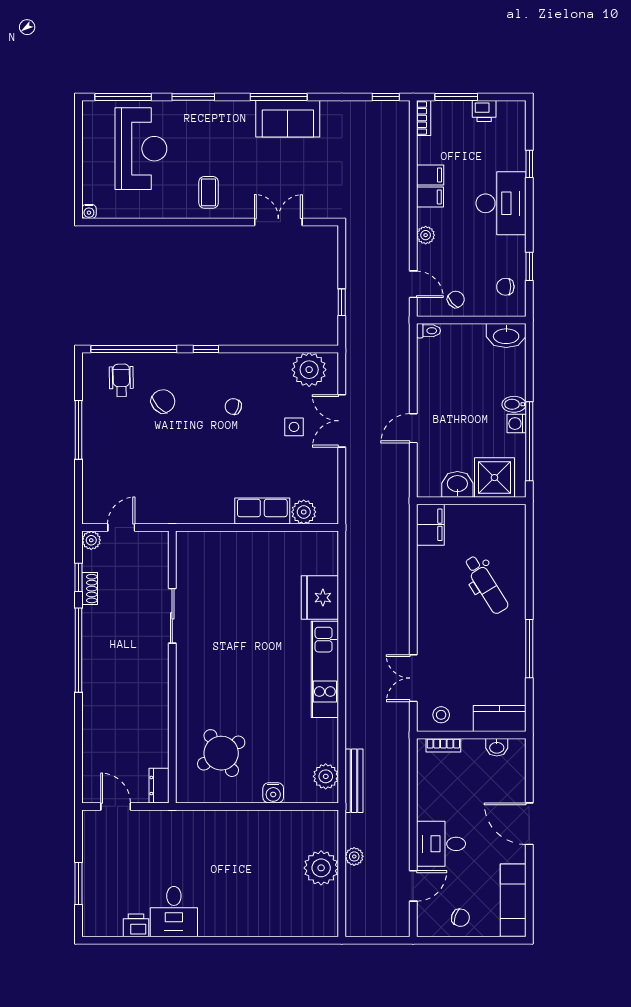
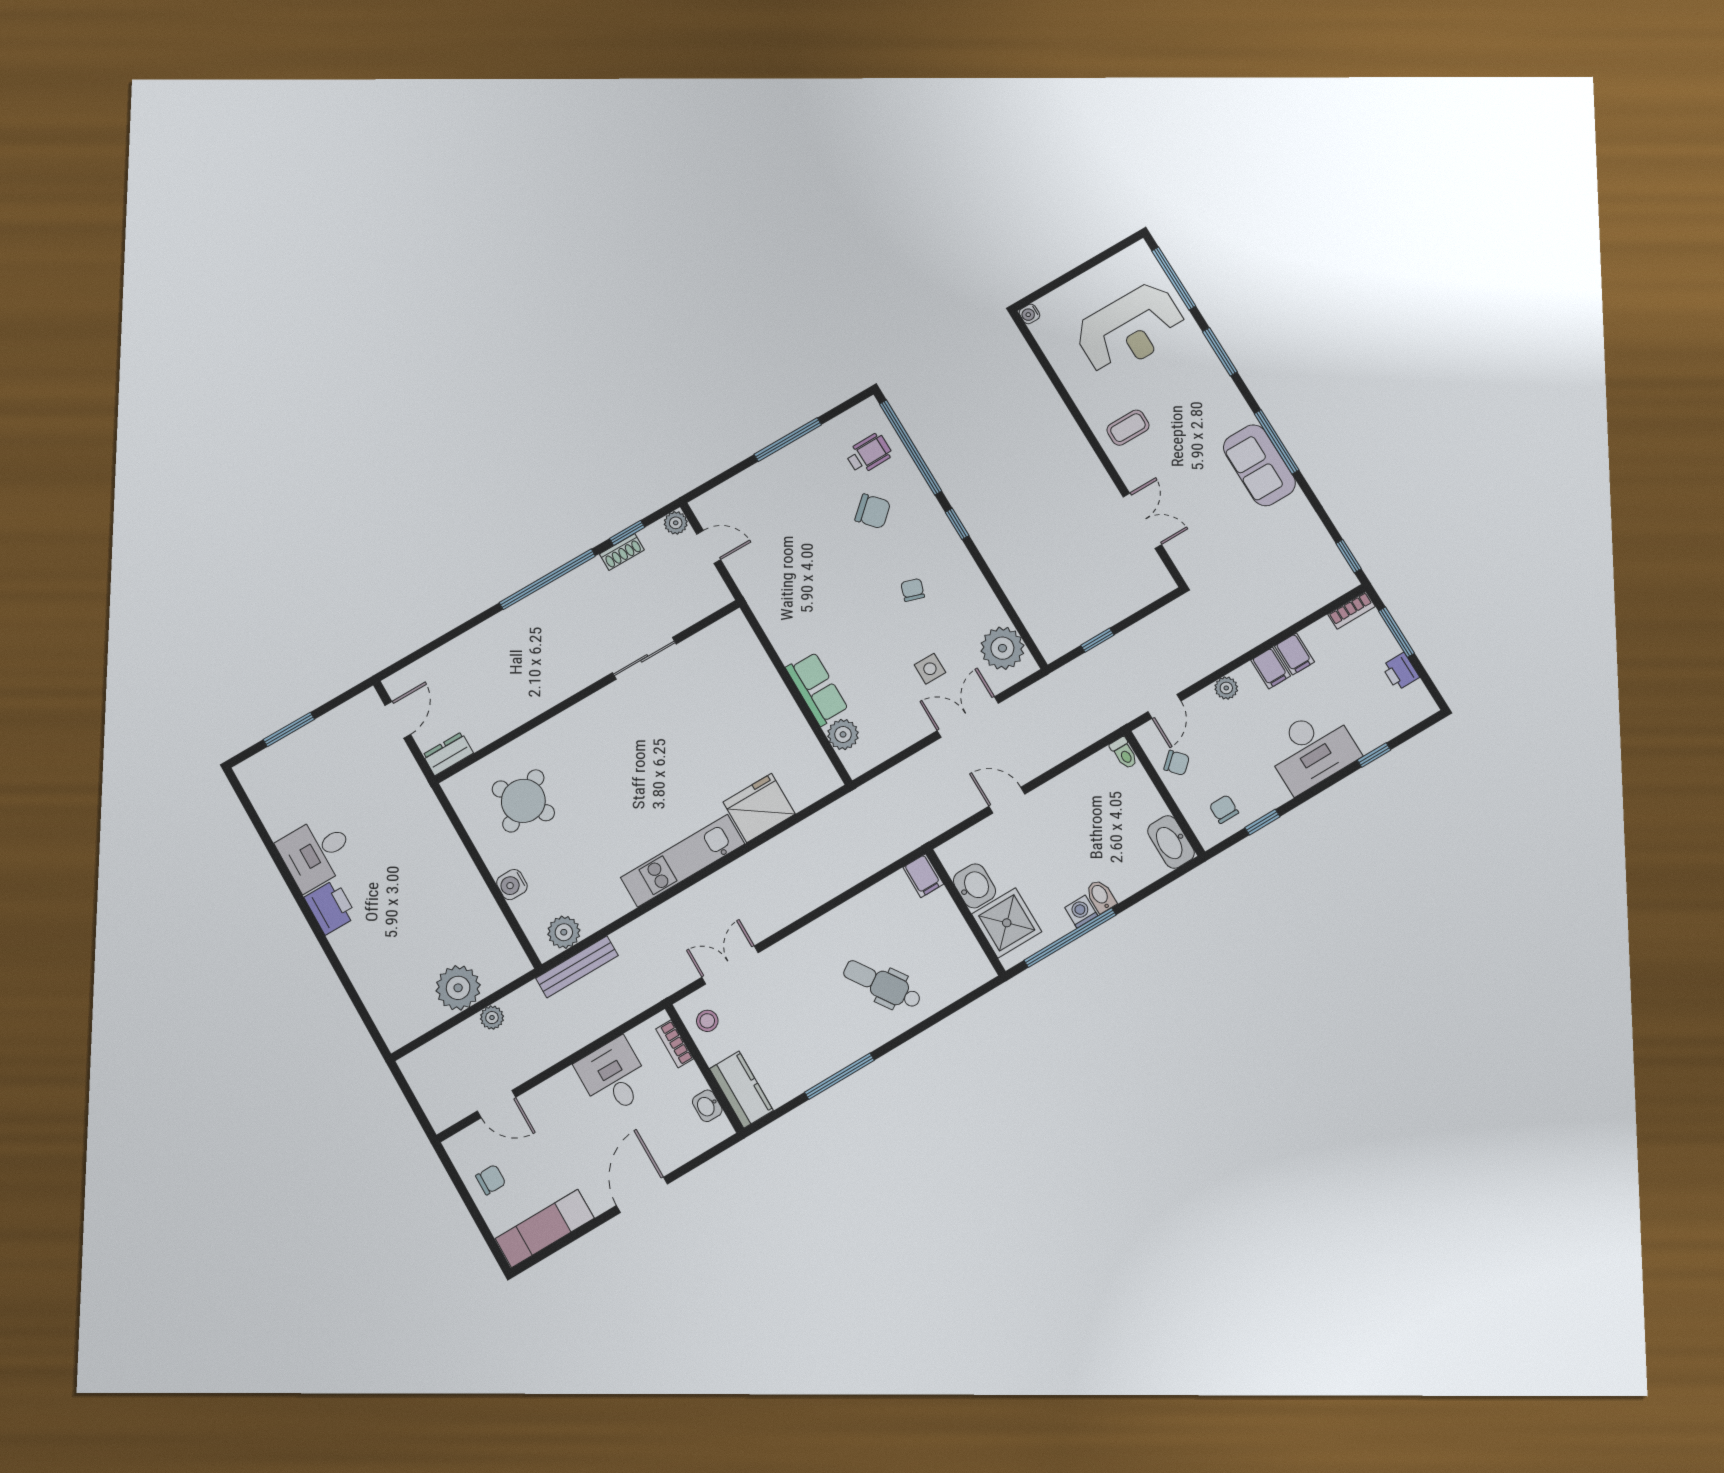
filing cabinet: (430, 525) -> (923, 876), width x0.50
dental chair: (486, 585) -> (882, 984), turned 88
desk: (441, 844) -> (614, 1077), moved
chair: (460, 918) -> (491, 1180), turned -109
printer: (136, 925) -> (330, 907), moved, width x1.36, depth x1.24

